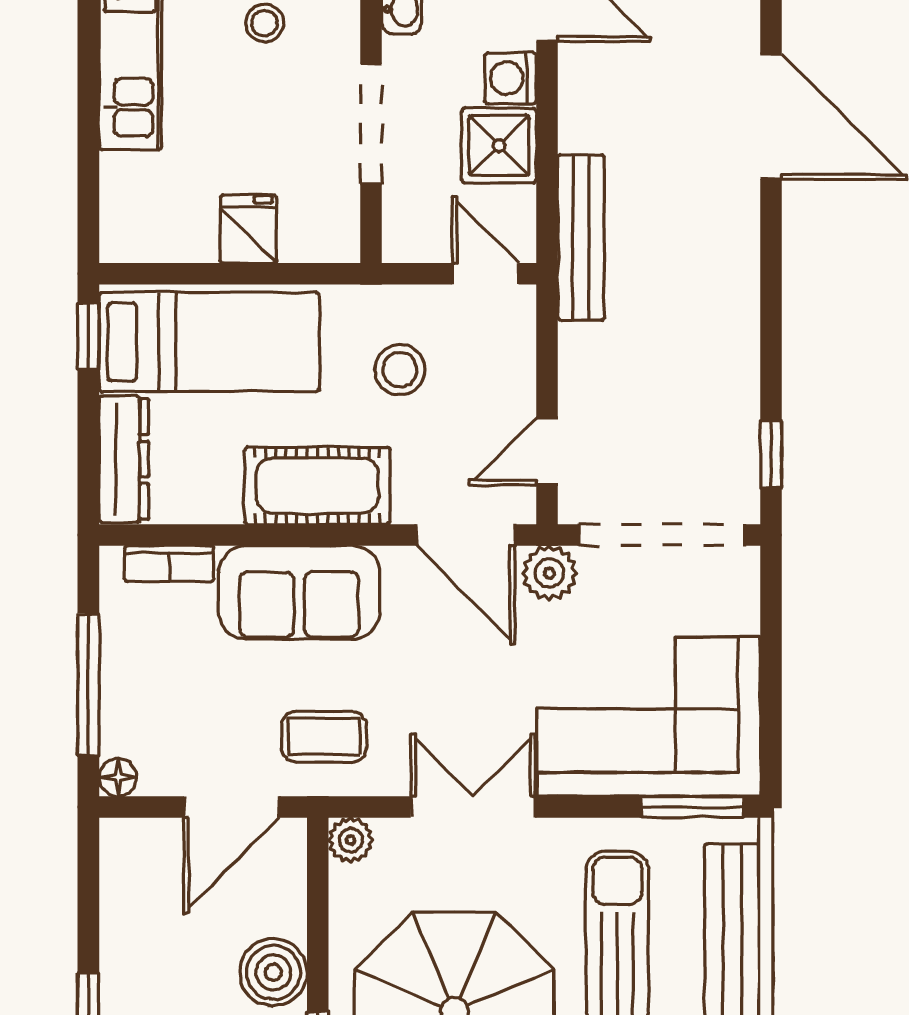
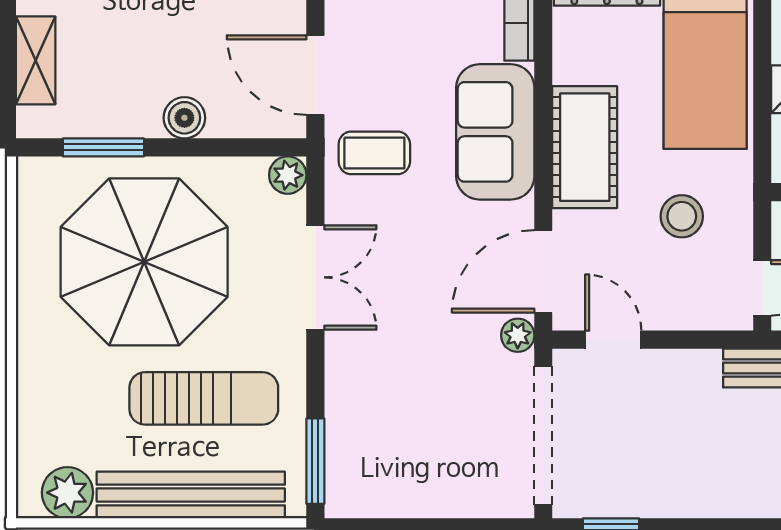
plant: (549, 573) -> (518, 335), width x0.73, depth x0.73
corner sofa: (649, 717) -> (391, 425), removed
coffee table: (324, 737) -> (374, 153), turned 90
boiler: (273, 972) -> (184, 118), width x0.73, depth x0.73

